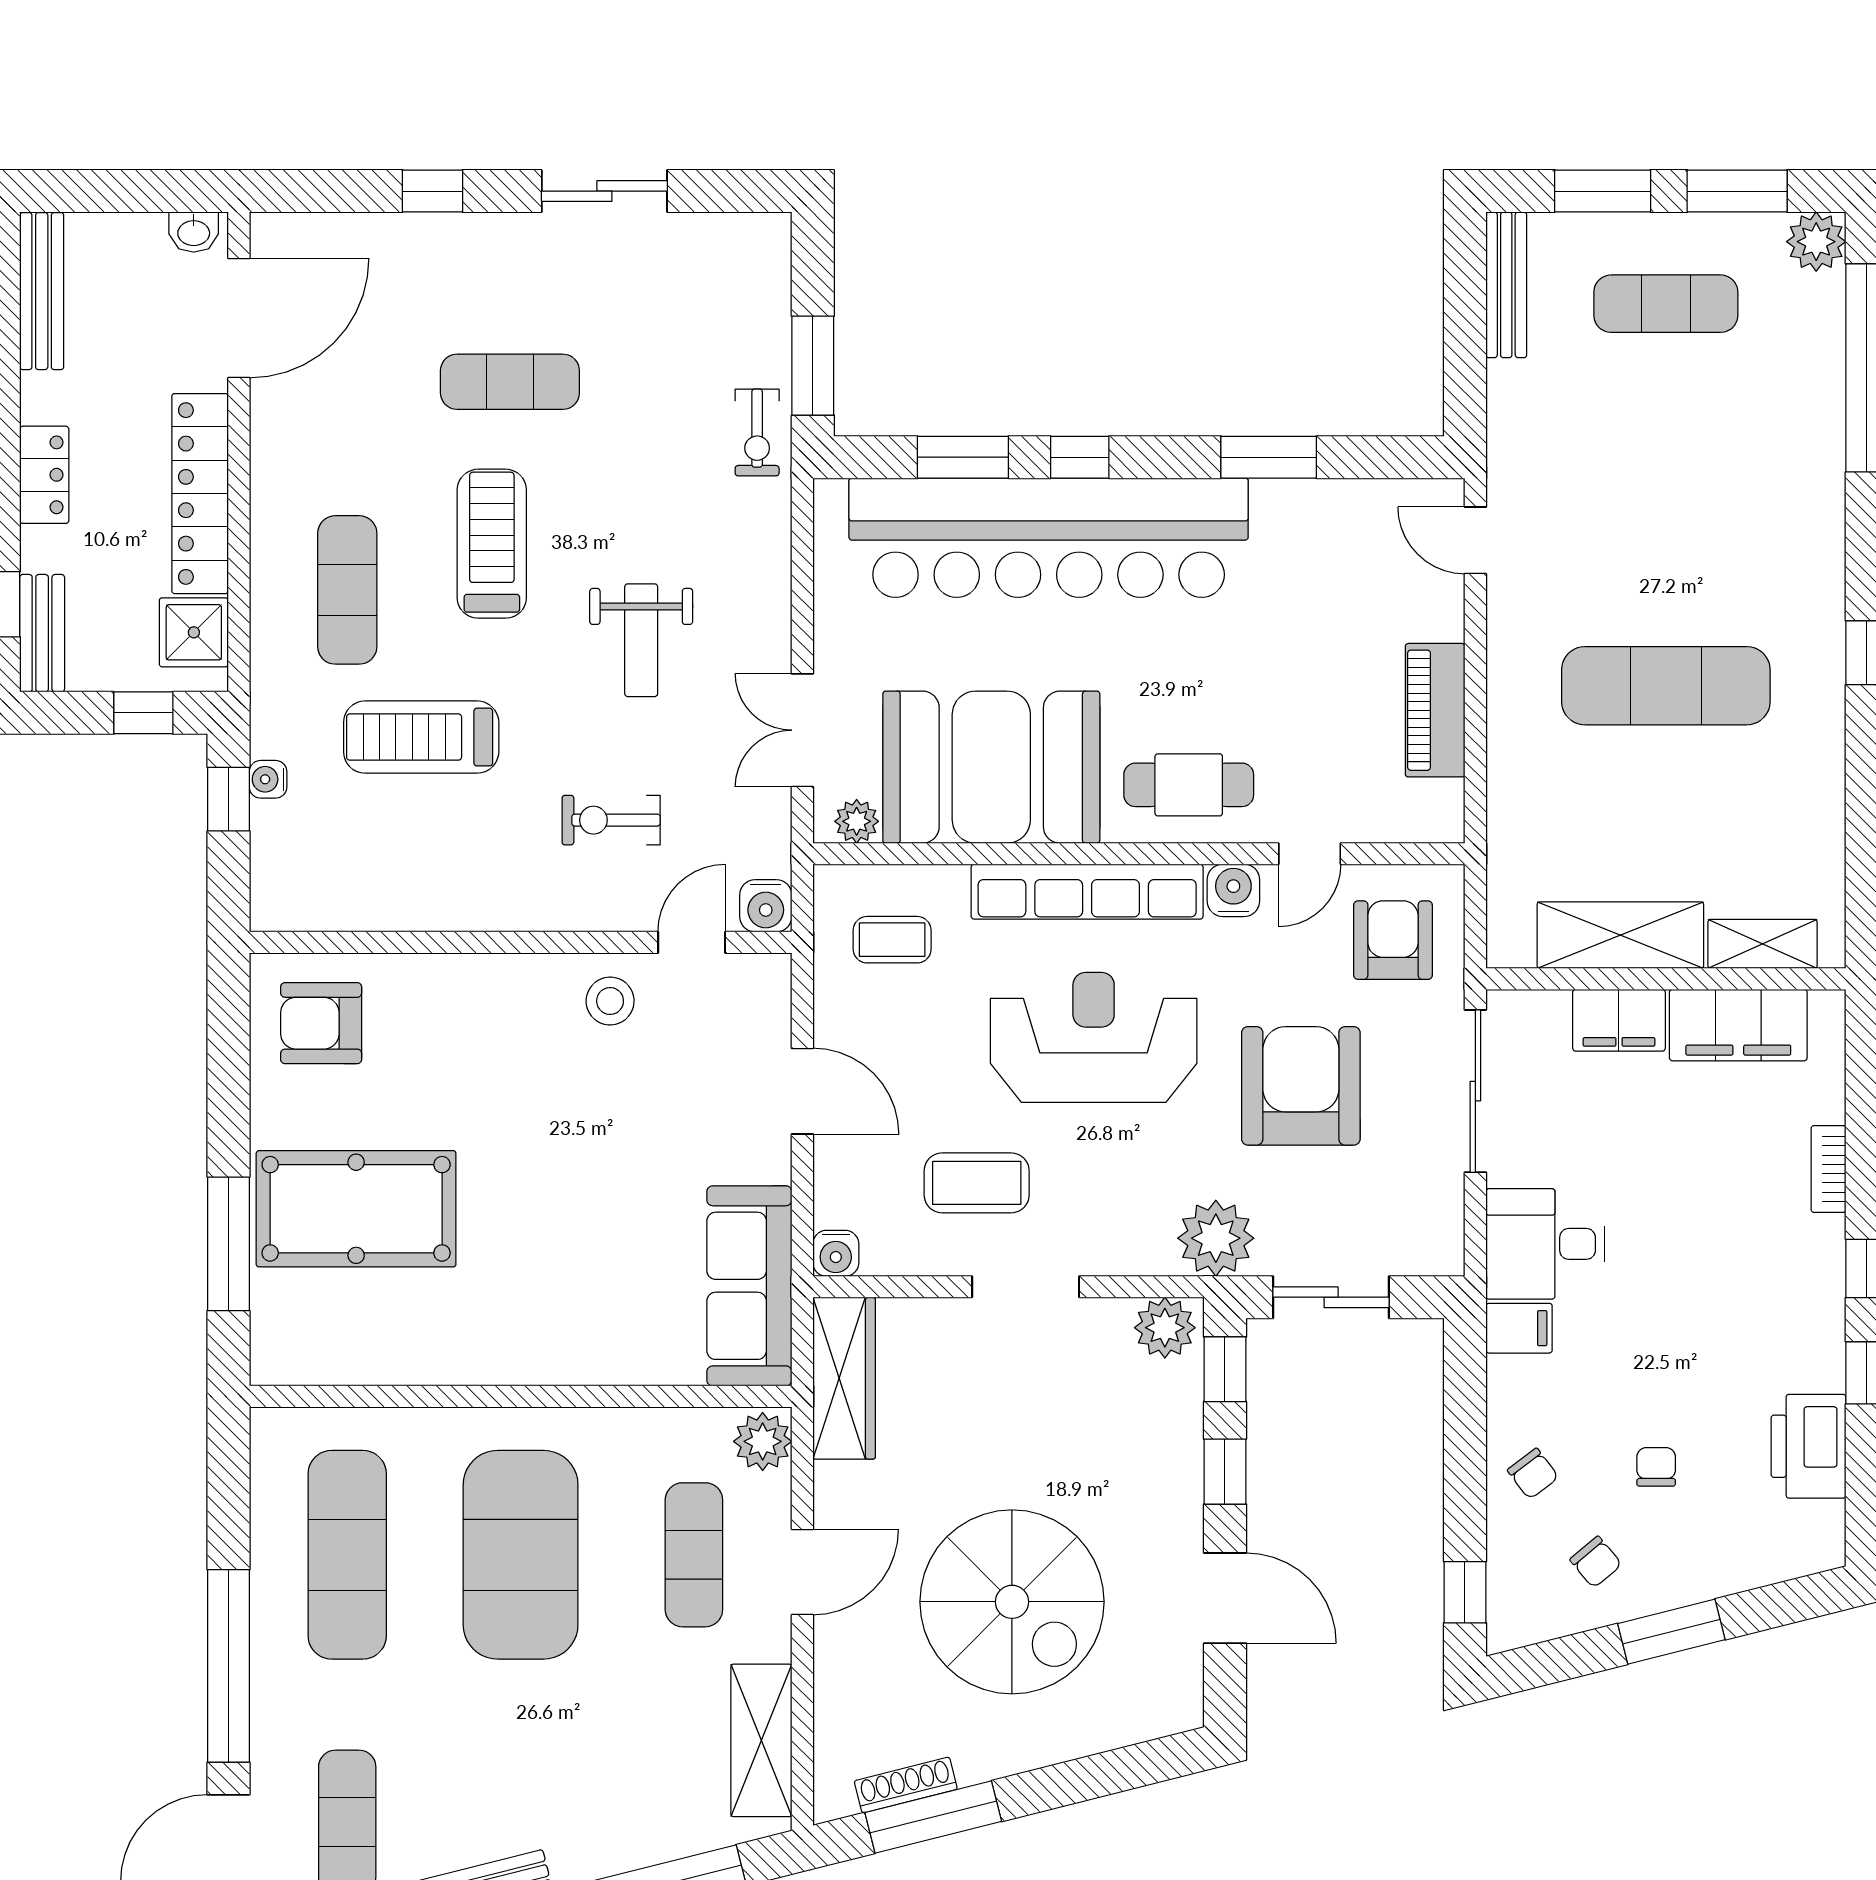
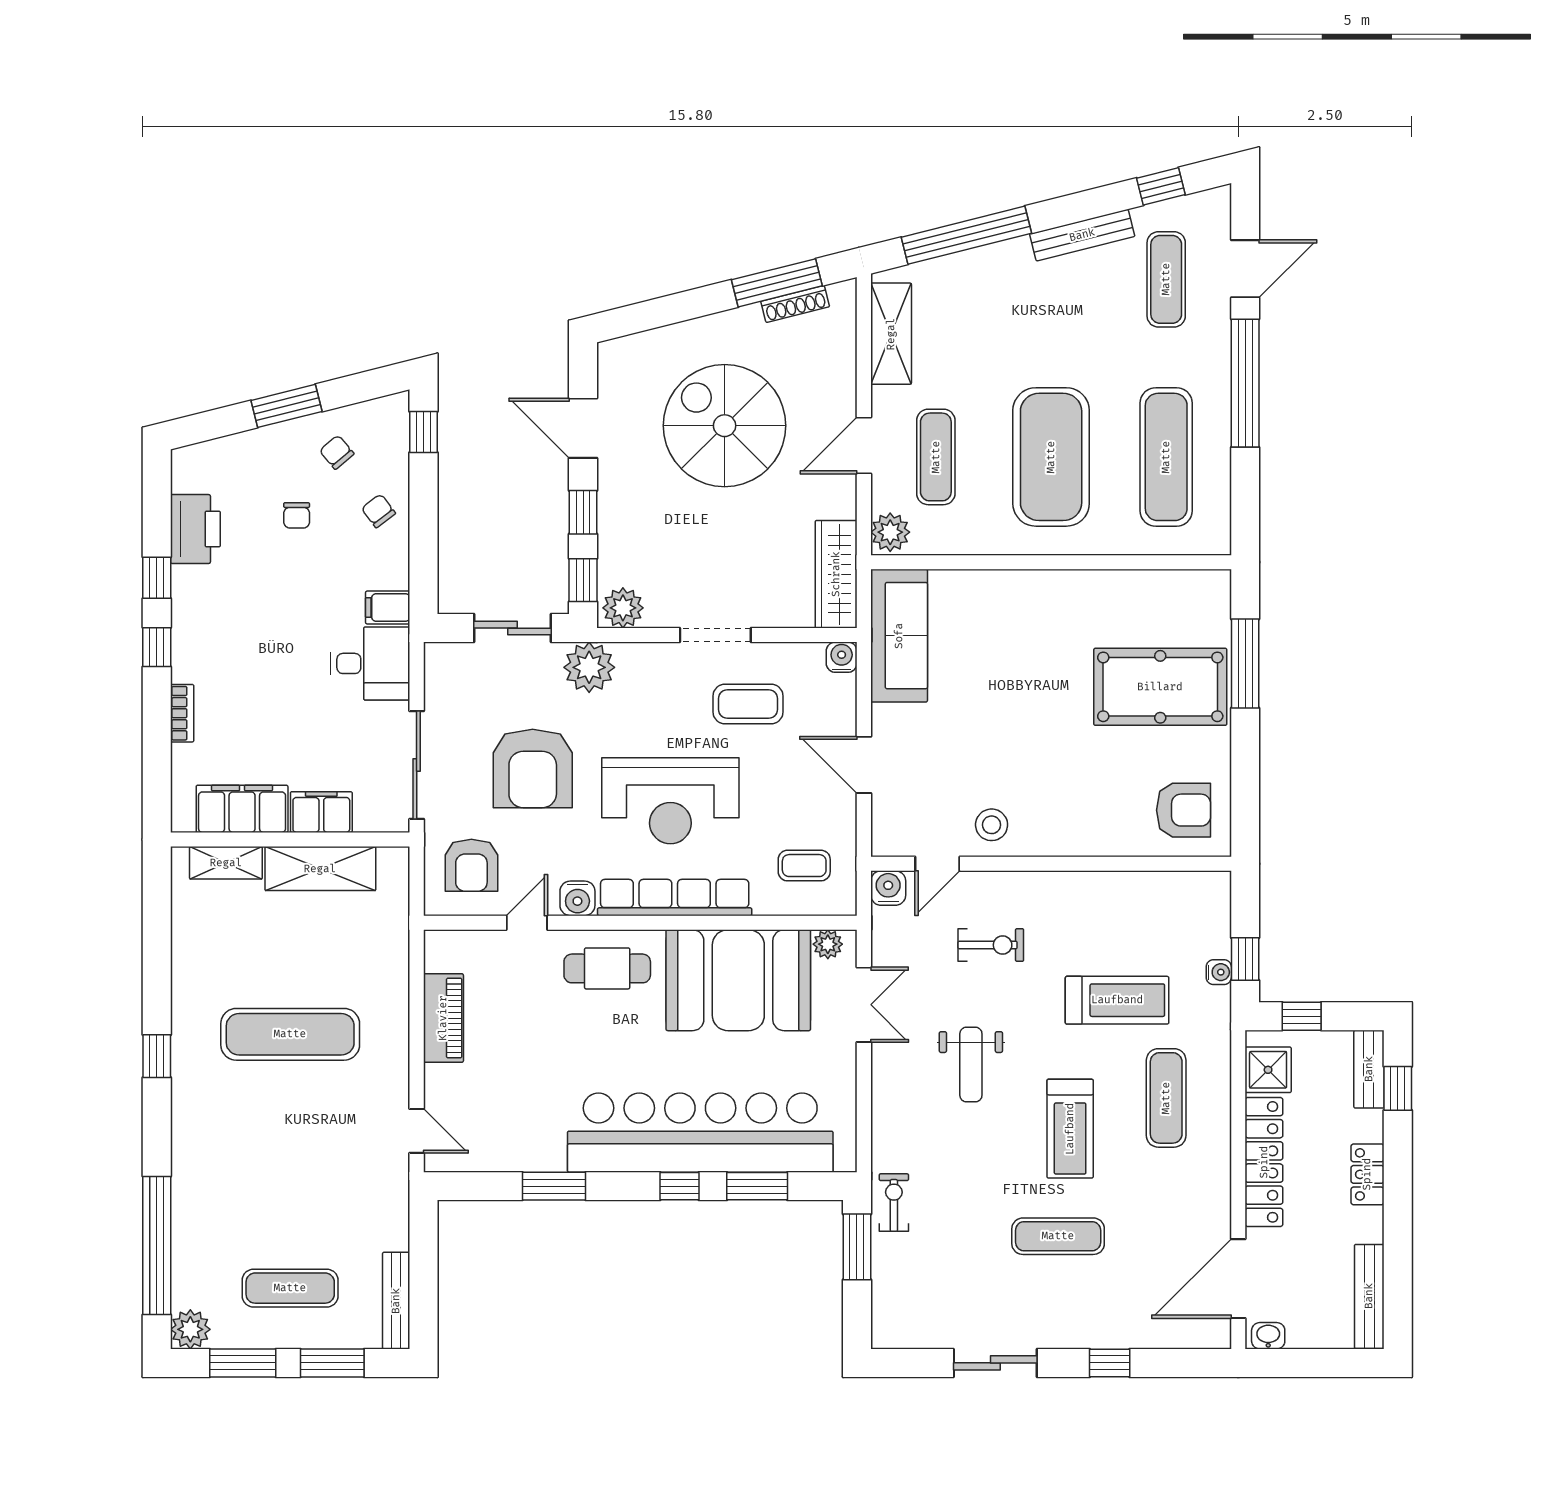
weight bench: (641, 640) -> (971, 1065), turned 180

